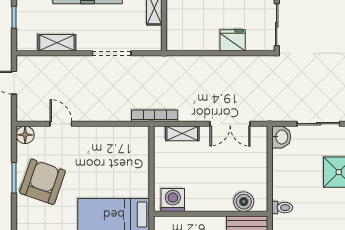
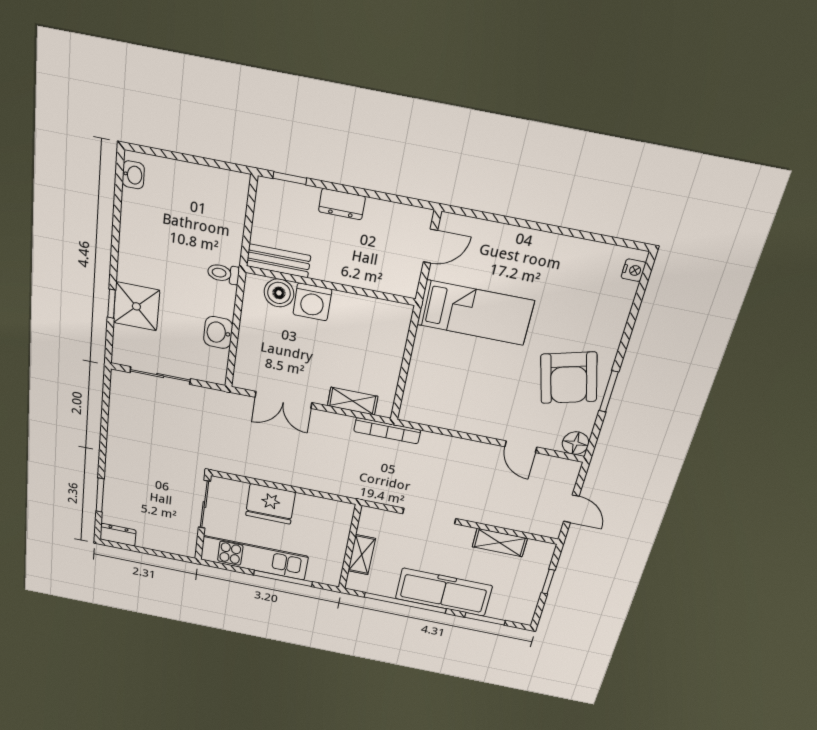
fridge: (233, 40) -> (270, 504), width x1.36, depth x1.34
double door: (230, 124) -> (283, 400), swing flipped
washbasin: (281, 137) -> (218, 332), moved
armchair: (43, 182) -> (569, 378), turned -34
washing machine: (173, 200) -> (312, 302), moved

